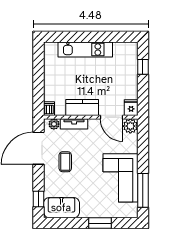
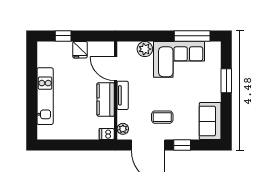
fridge: (131, 108) -> (80, 50), moved, turned -90
door: (111, 117) -> (116, 69), swing flipped
tv unit: (74, 124) -> (123, 95), moved
plant: (130, 126) -> (145, 49), moved
window: (38, 199) -> (182, 145), moved

